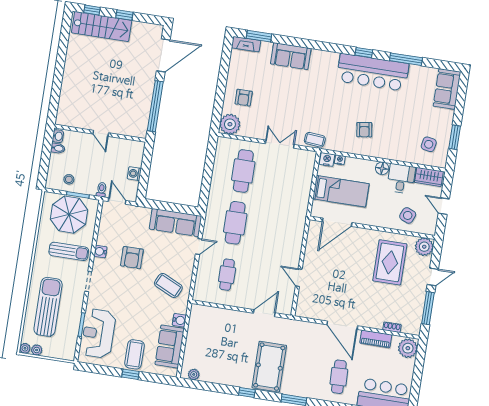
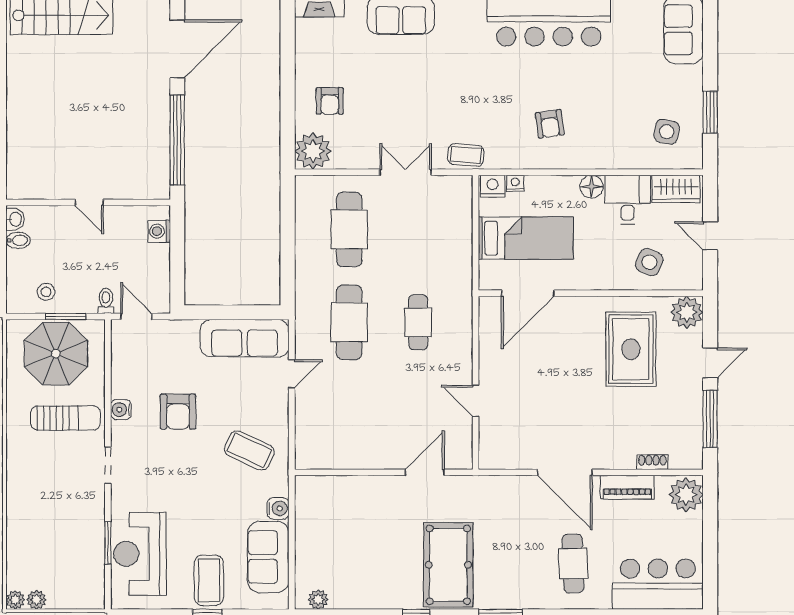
washing machine: (134, 174) -> (159, 231), moved
cafe table: (227, 275) -> (418, 322), moved
sun lounger: (48, 307) -> (44, 521), removed

